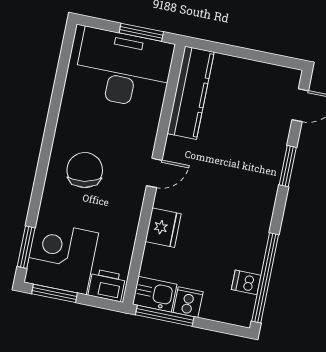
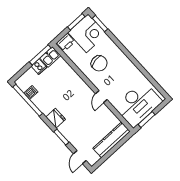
kitchen counter: (191, 93) -> (112, 140), moved, turned 90
chair: (85, 170) -> (99, 63), moved
door: (154, 173) -> (101, 97), moved
fridge: (163, 228) -> (56, 118), moved, turned 180

